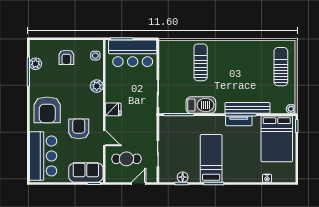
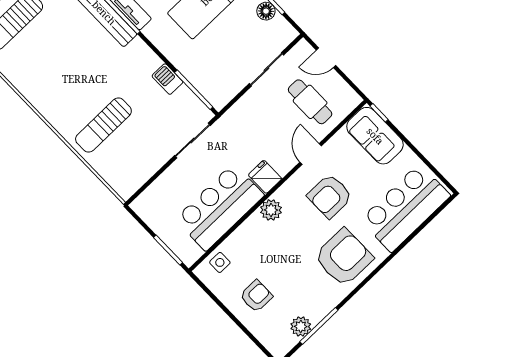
bar counter: (133, 53) -> (220, 207), moved, turned -90
plant: (97, 86) -> (271, 210), moved
barbecue: (201, 105) -> (167, 79), width x0.53, depth x0.65

